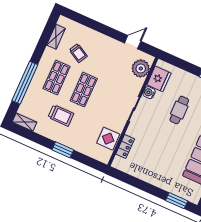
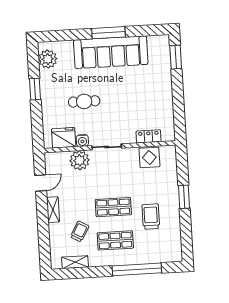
door: (133, 42) -> (41, 183), swing flipped
plant: (141, 68) -> (80, 160), moved
shelving: (25, 122) -> (53, 210), moved

